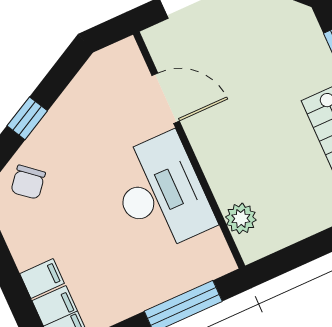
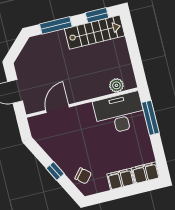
desk: (161, 193) -> (119, 113), moved
filing cabinet: (42, 279) -> (121, 179), width x2.00

